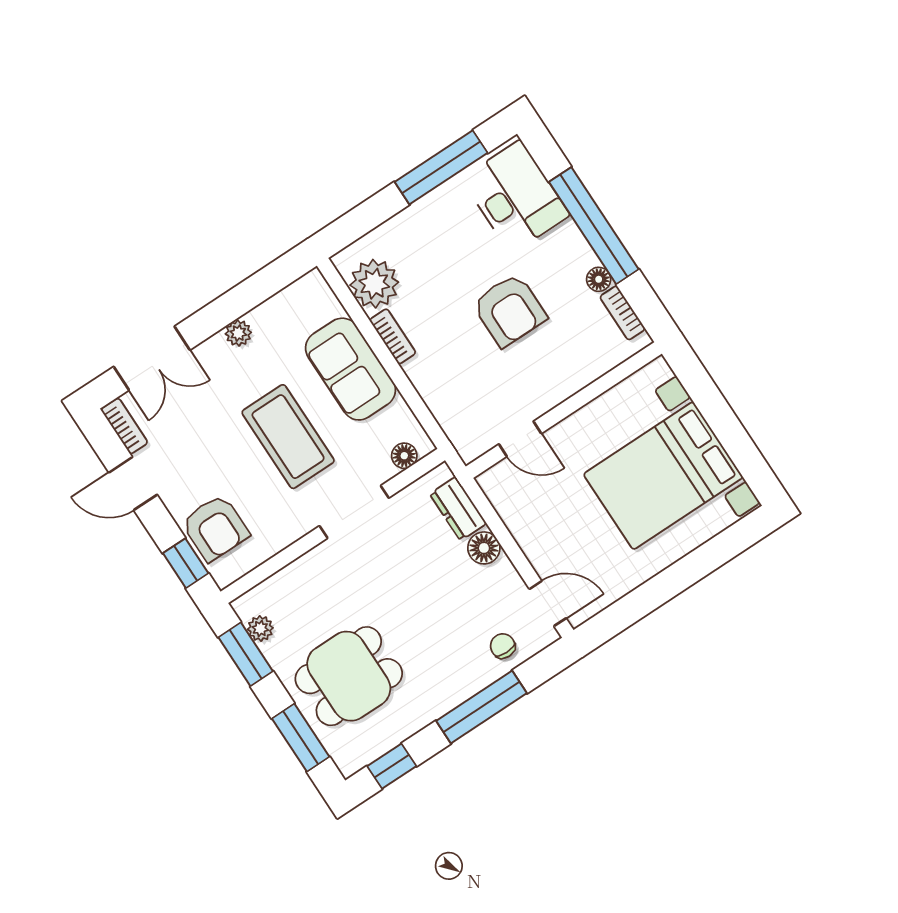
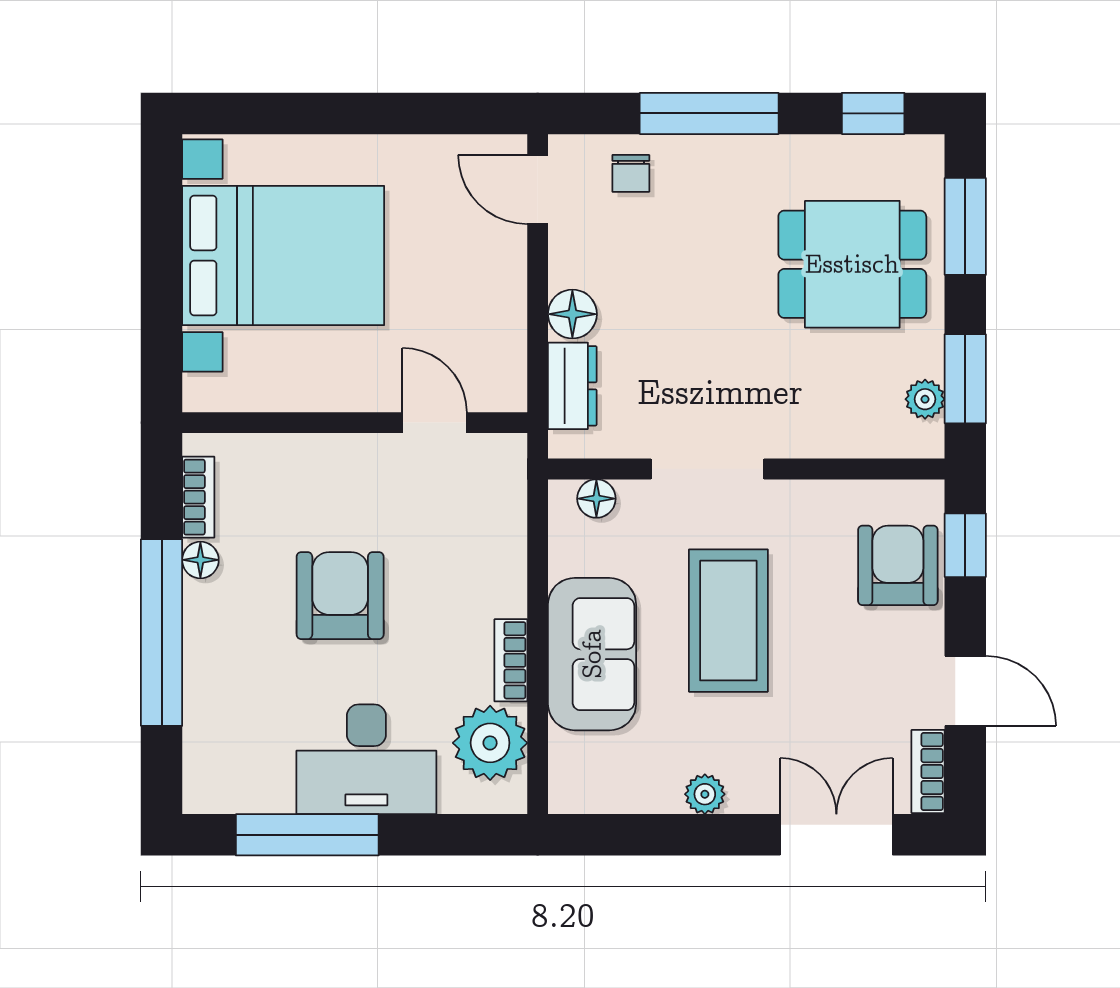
desk: (515, 197) -> (366, 759), moved, turned -90

